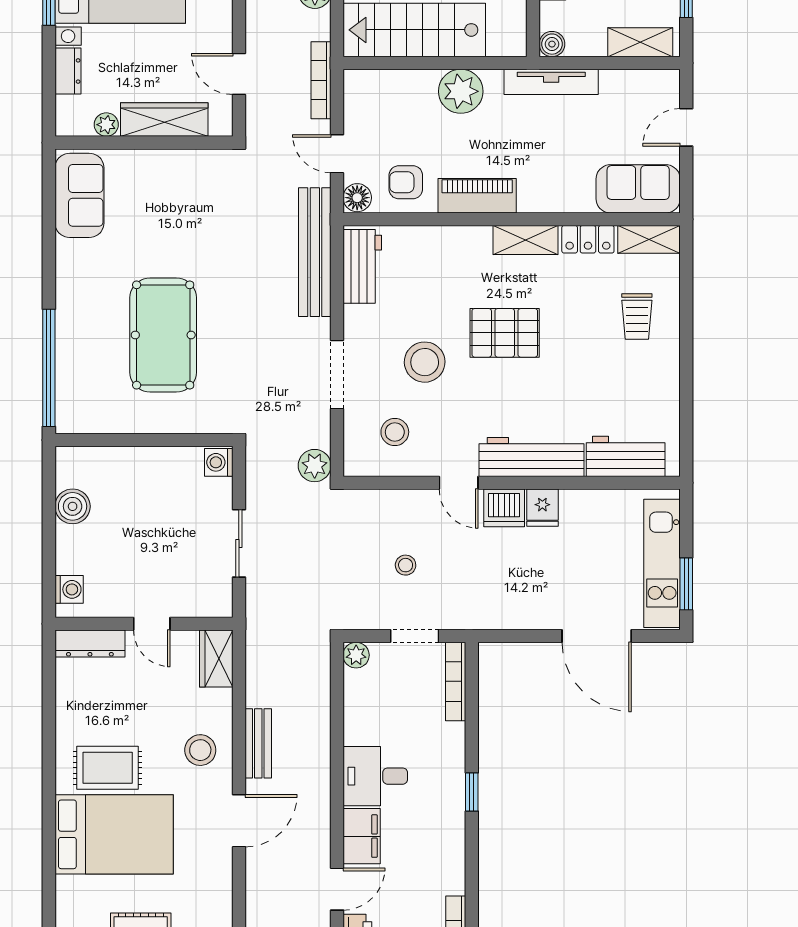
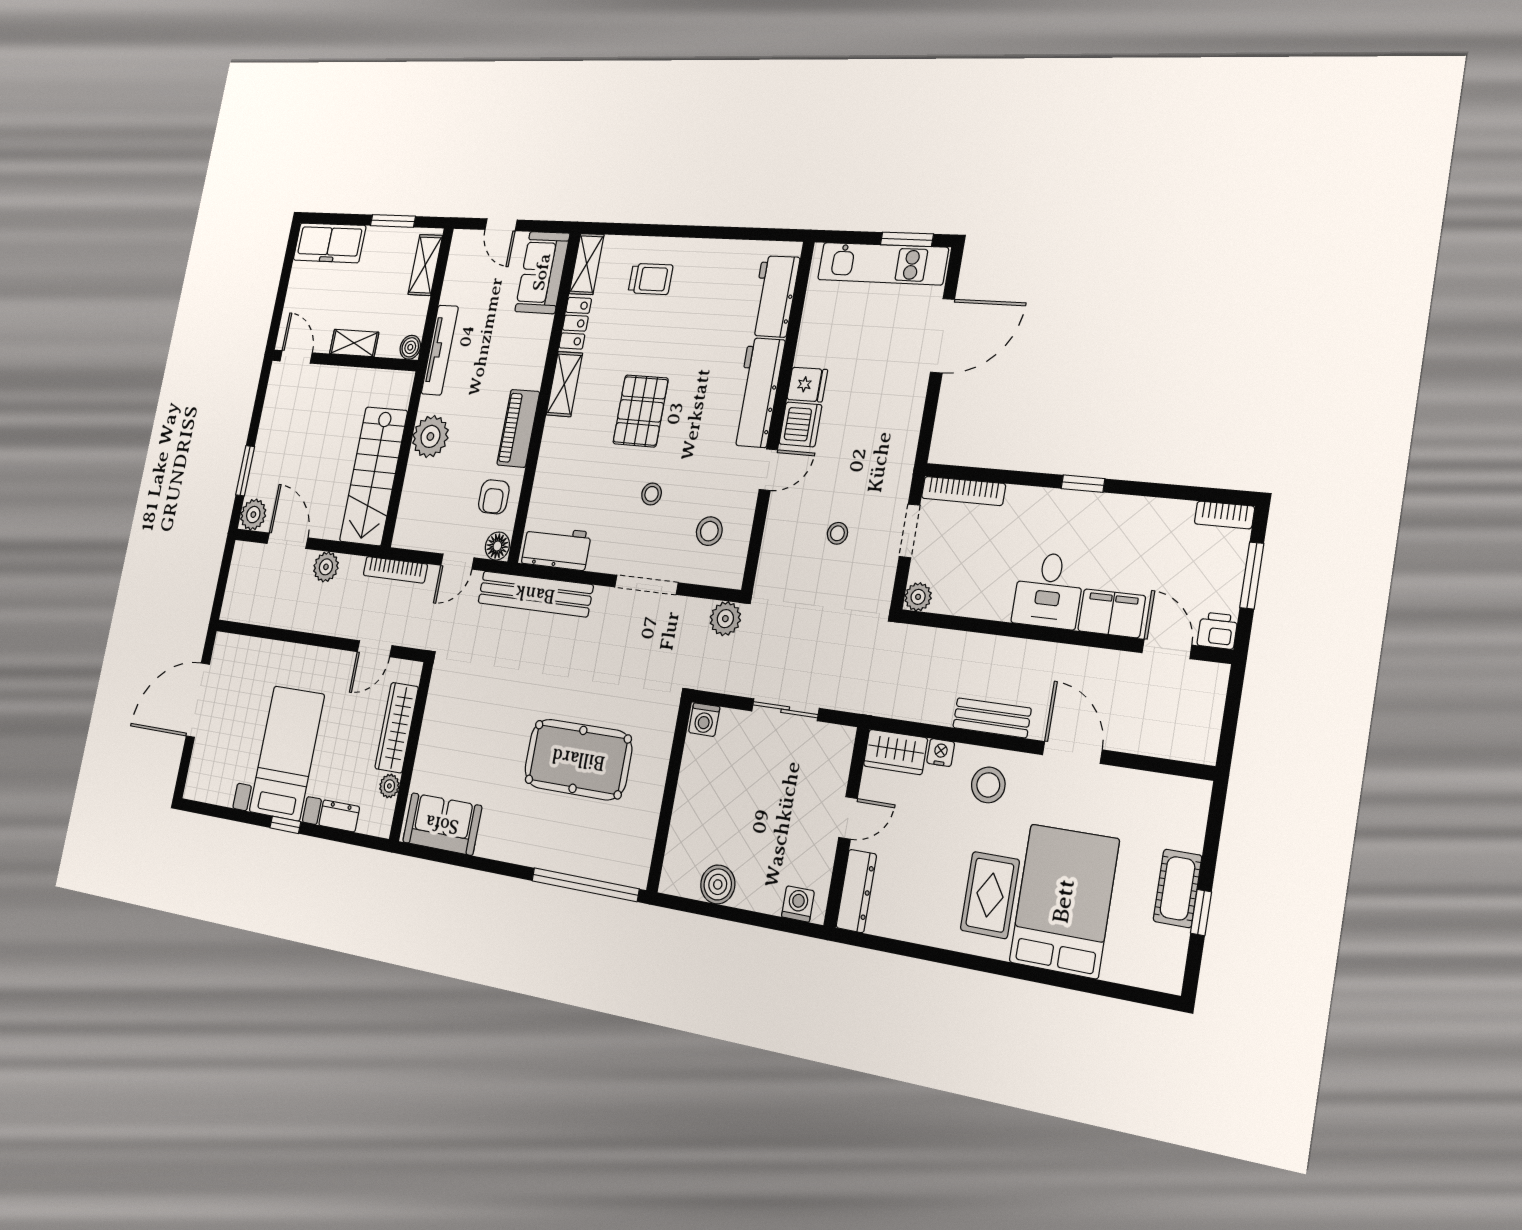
stool: (425, 362) -> (652, 494), width x0.53, depth x0.53
nightstand: (222, 701) -> (941, 753), added

